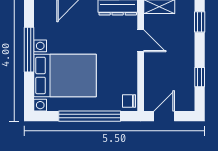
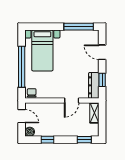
window: (29, 50) -> (79, 27), moved
bed with nightstands: (65, 75) -> (42, 50), width x0.73
boiler: (188, 104) -> (30, 132), added

